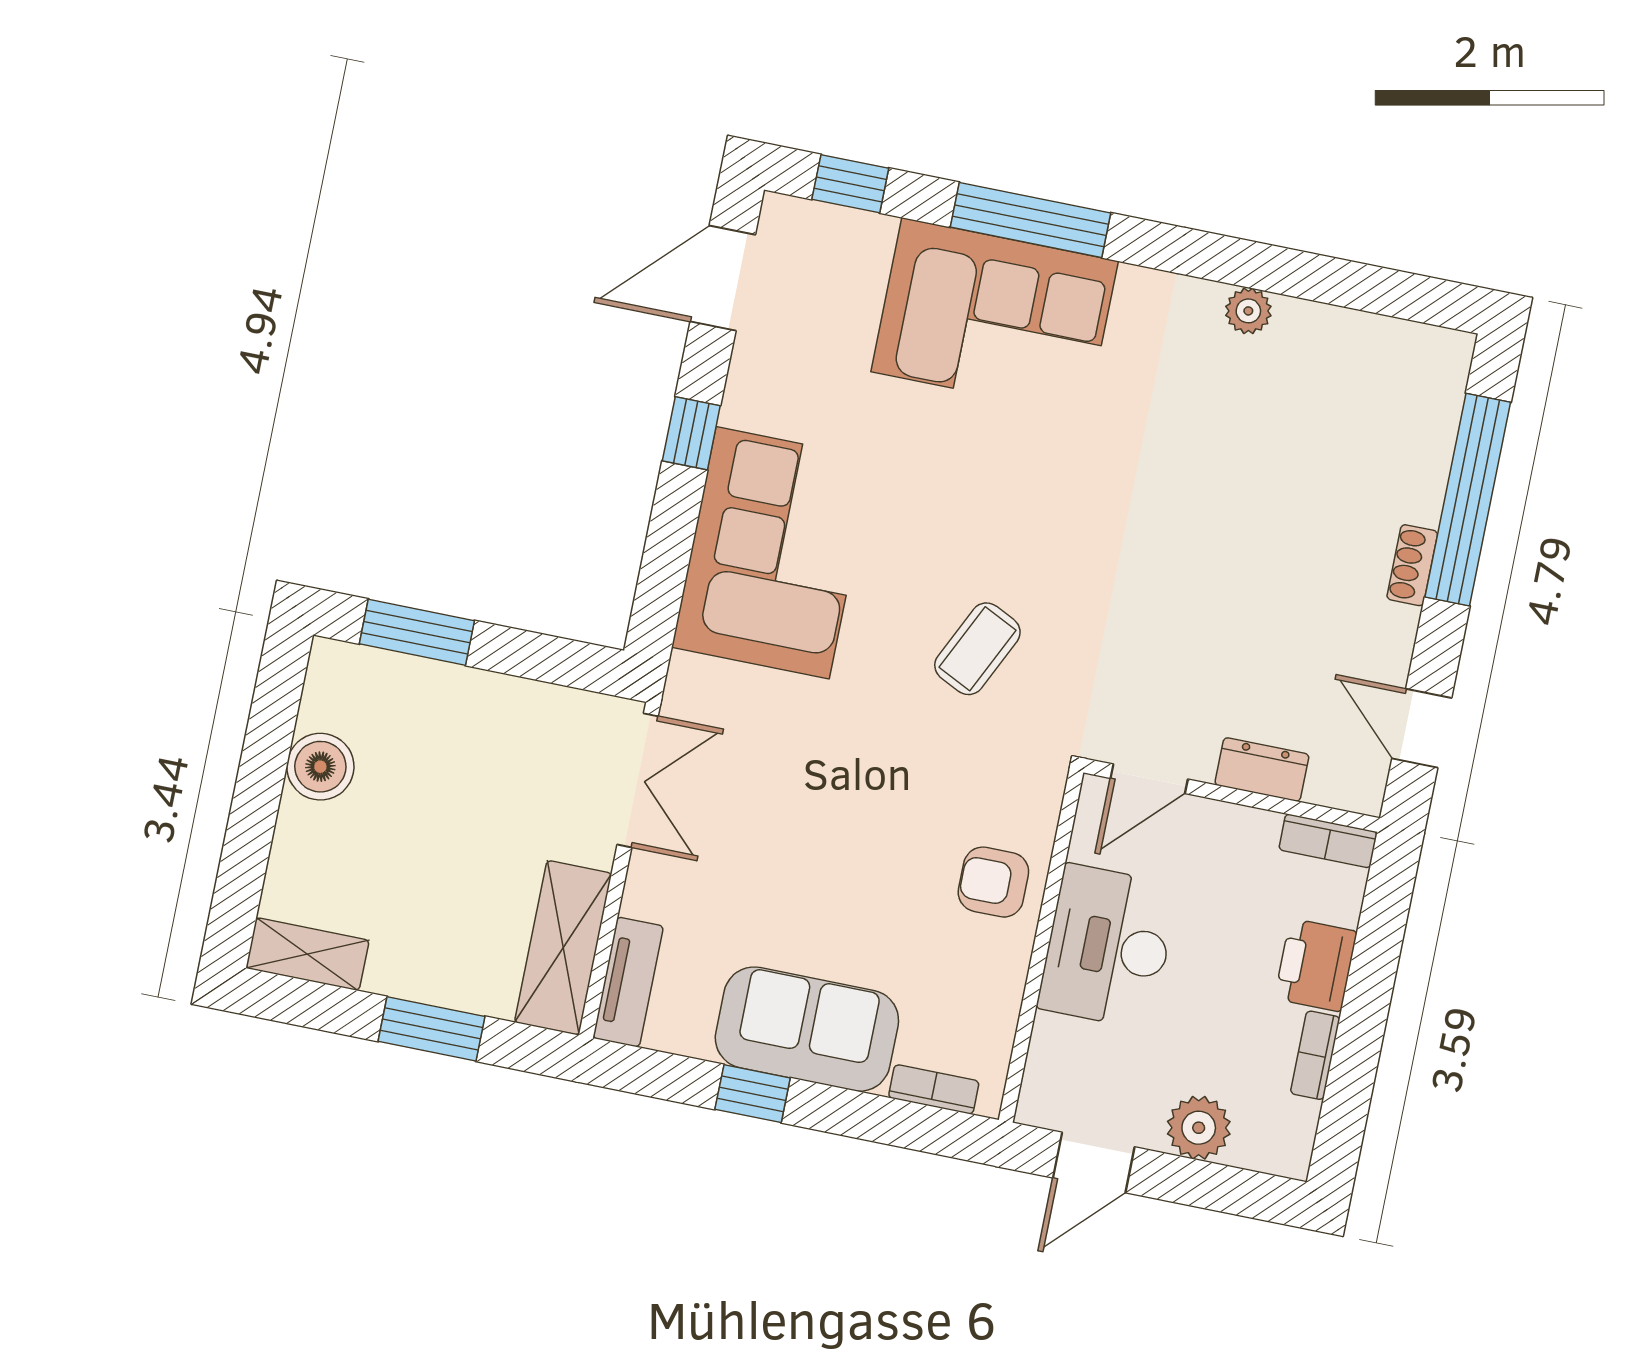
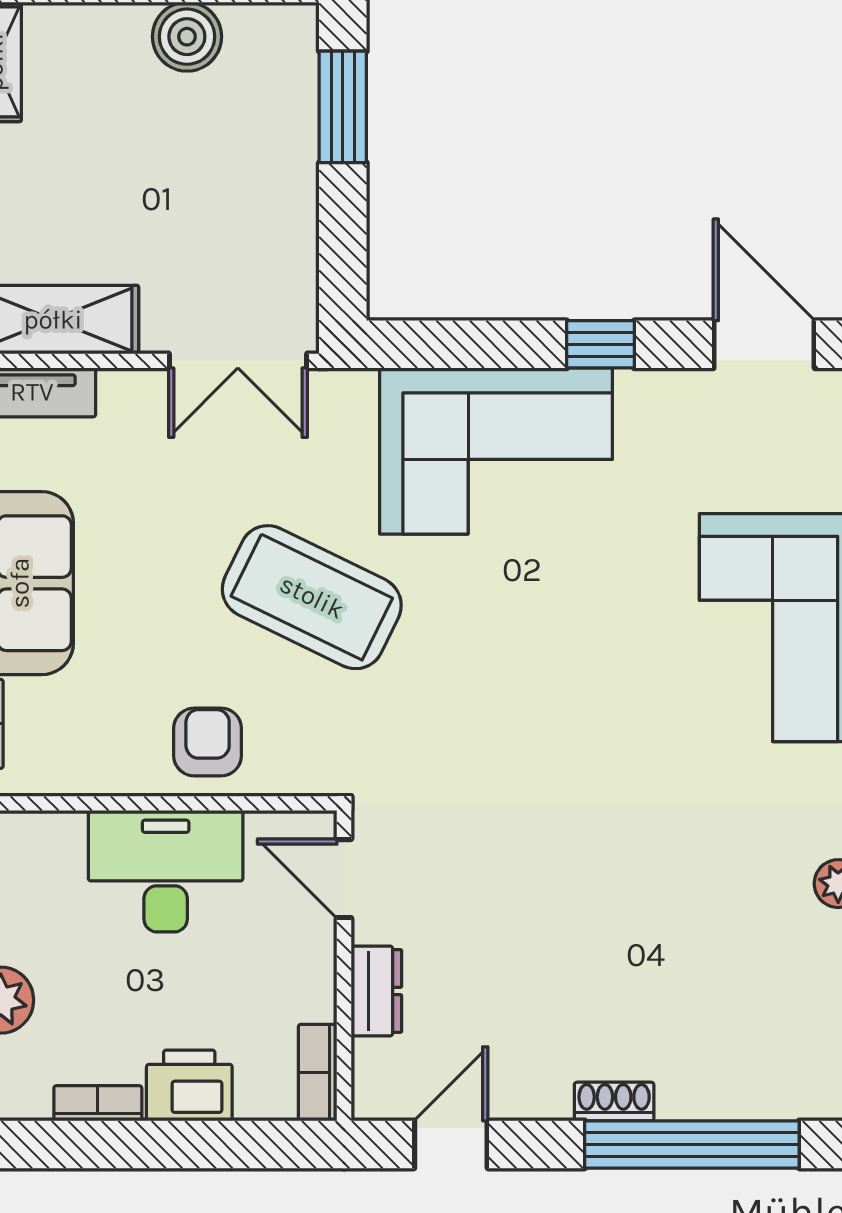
coffee table: (977, 649) -> (312, 597), moved, width x1.86, depth x1.72

